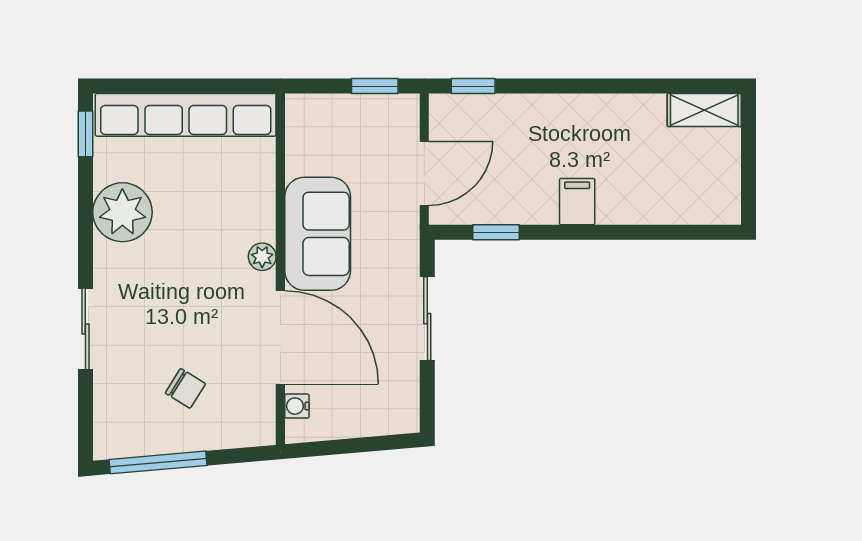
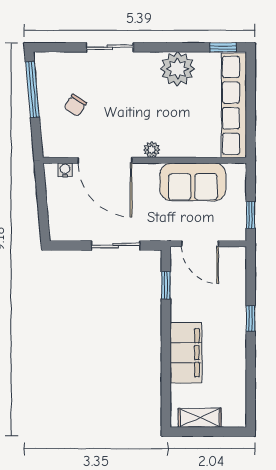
window: (473, 86) -> (251, 319), moved
shelving: (704, 110) -> (200, 418), moved, turned 90
filing cabinet: (577, 202) -> (186, 353), width x3.00, depth x1.17
sofa: (318, 234) -> (193, 182), moved
door: (280, 337) -> (105, 160), hinge flipped

